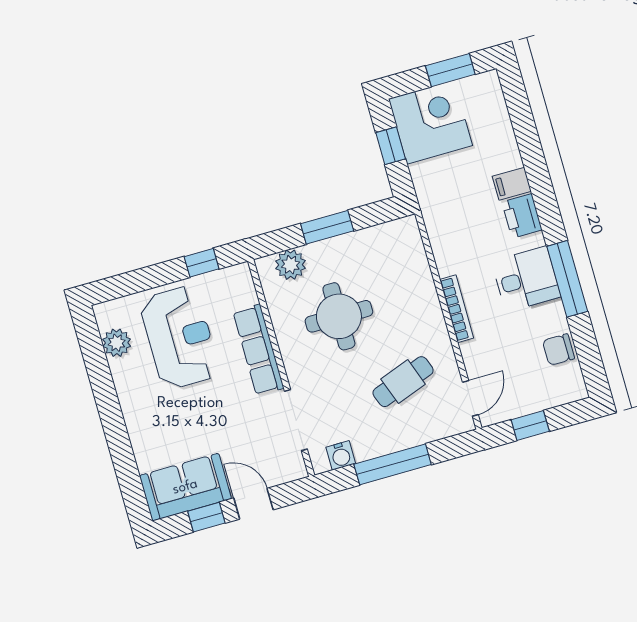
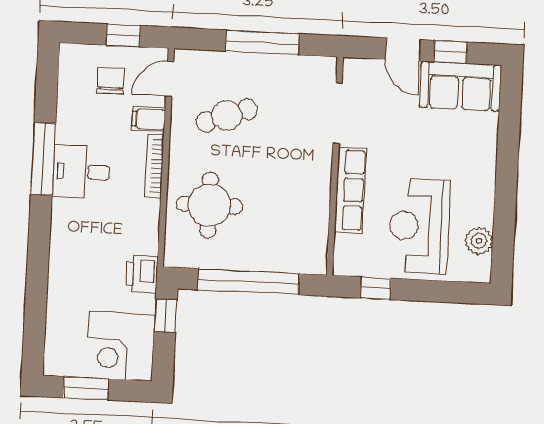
window: (391, 146) -> (166, 316), moved
filing cabinet: (512, 184) -> (149, 119), moved, turned 180
printer: (522, 216) -> (142, 274), moved, turned 180
window: (327, 227) -> (249, 282), width x2.11
plant: (290, 265) -> (294, 259), removed
round table: (339, 316) -> (209, 205), moved
chair: (558, 350) -> (110, 81), moved, turned -90
water cooler: (341, 455) -> (307, 67), removed

